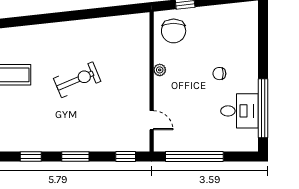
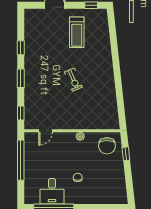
chair: (174, 31) -> (107, 146), turned -90
exercise bike: (77, 80) -> (73, 80), width x0.73, depth x0.72

